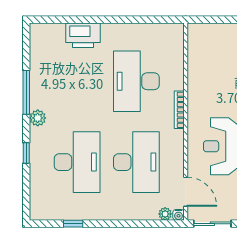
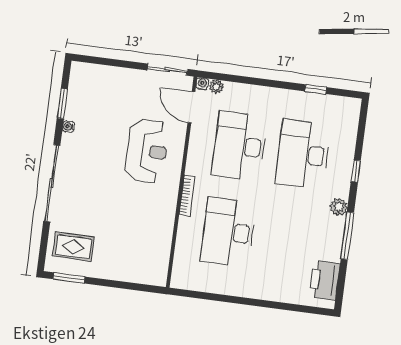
printer: (83, 35) -> (325, 280), moved, turned -90
desk: (136, 81) -> (228, 232), turned 180

